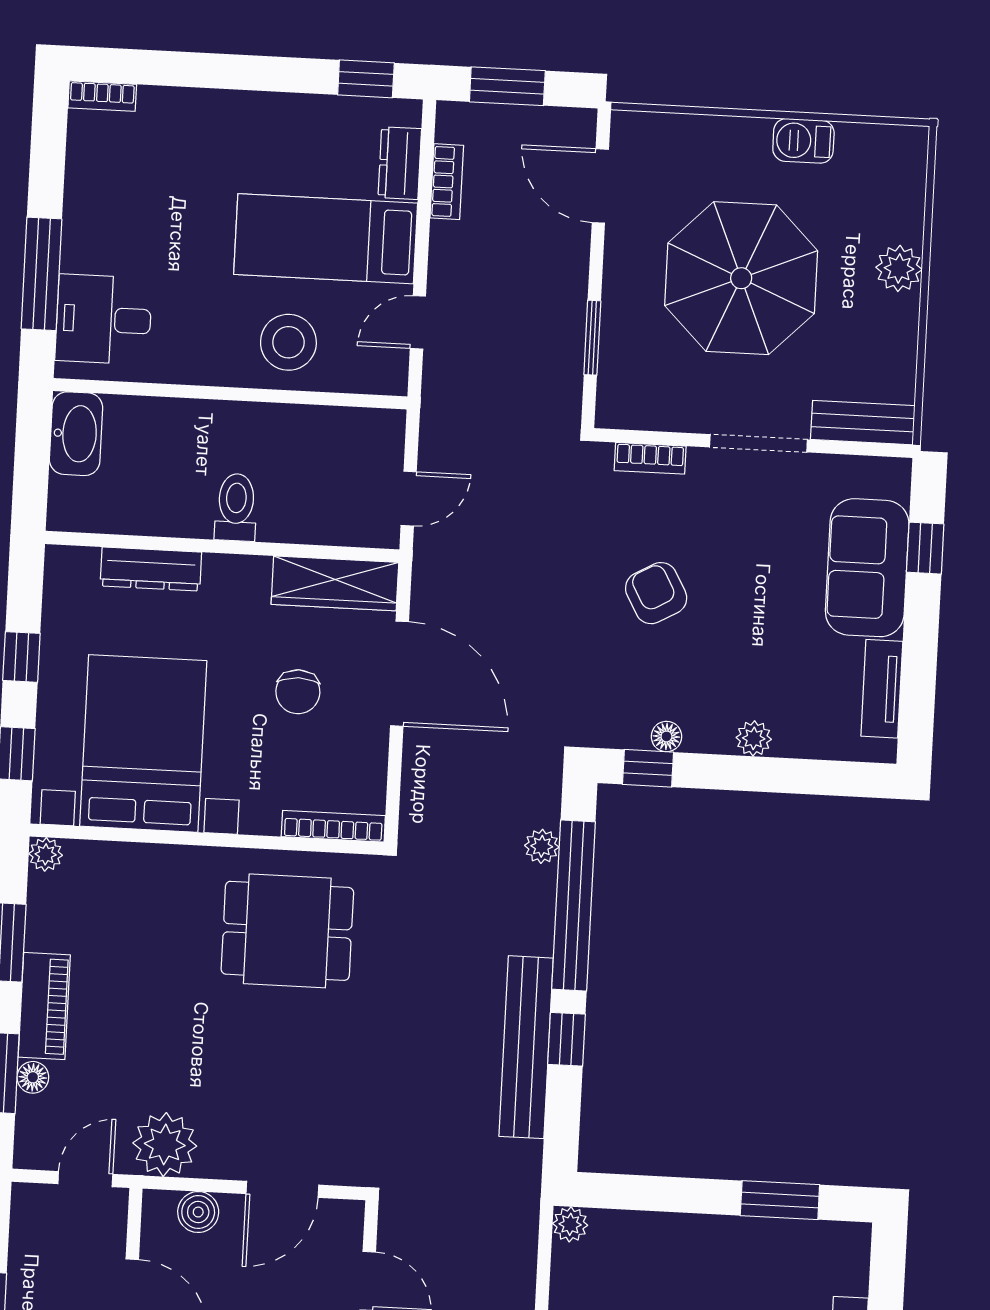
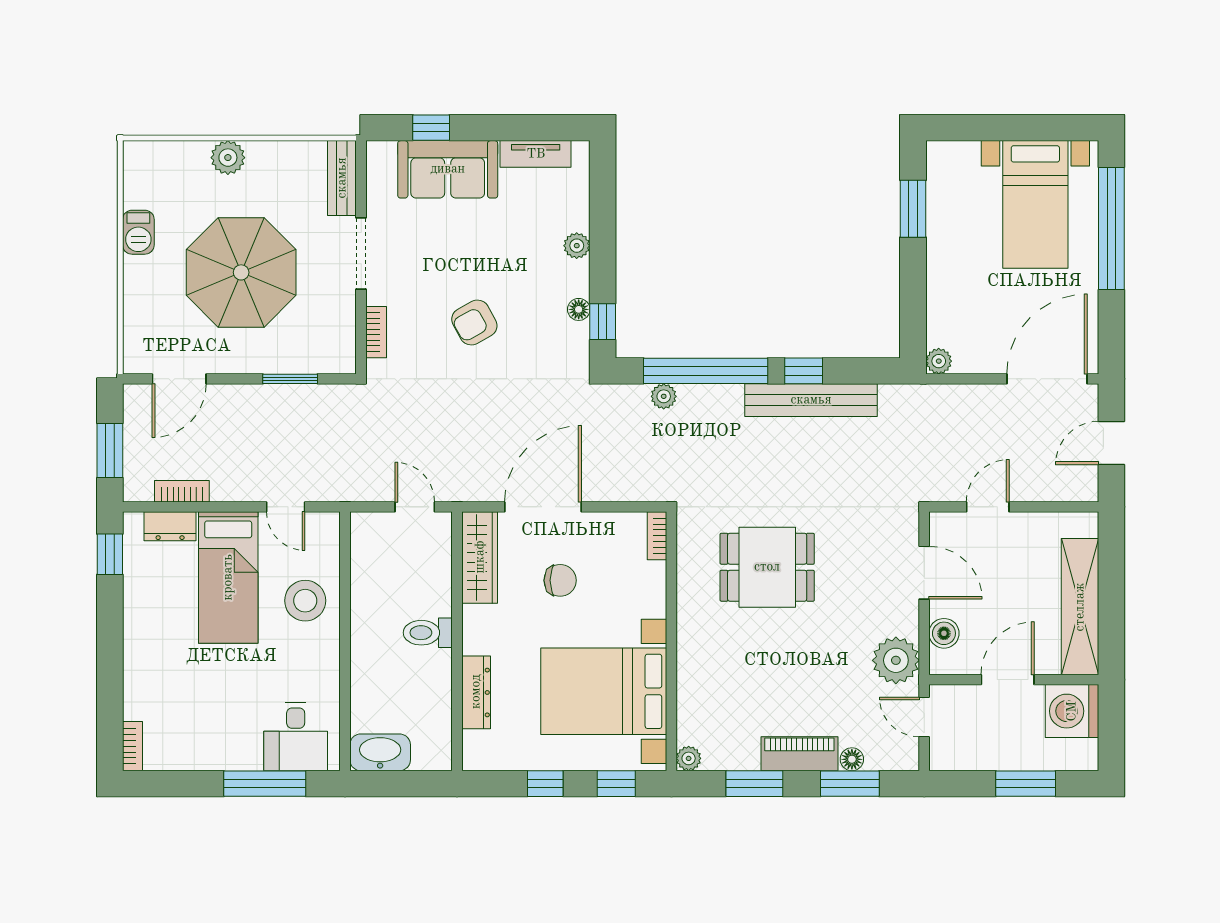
bookcase: (333, 826) -> (657, 536), width x0.64
dining table: (287, 931) -> (767, 567), moved, turned 90

